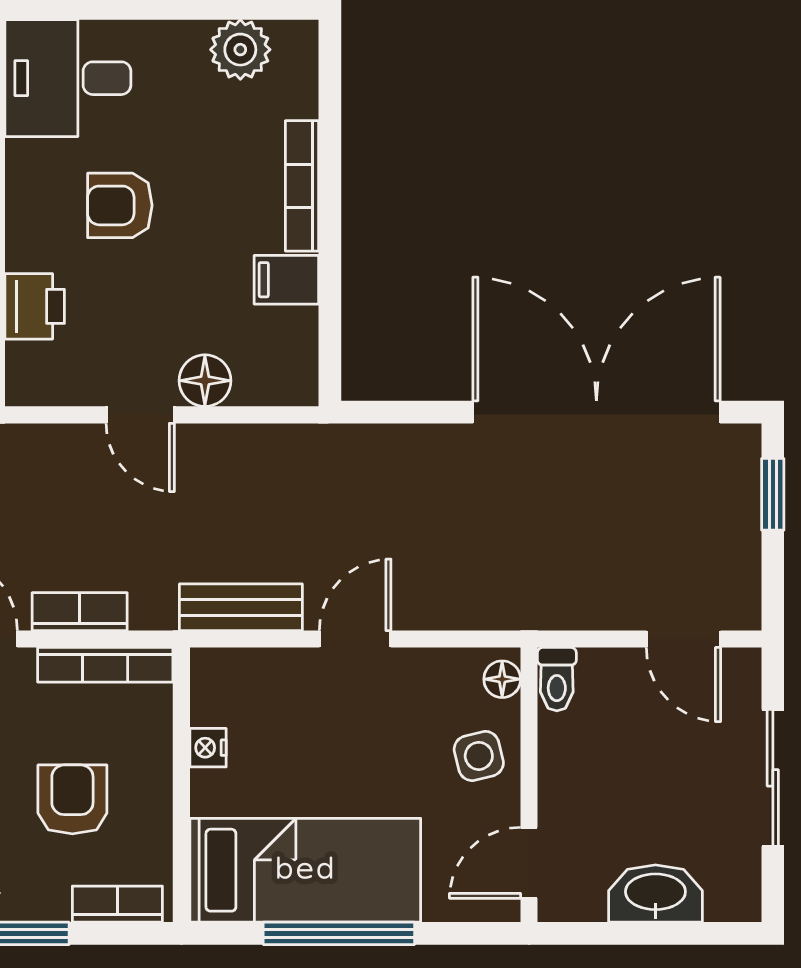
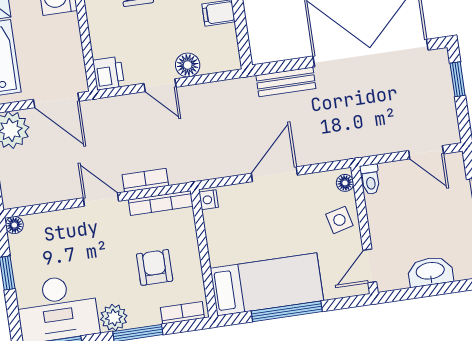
printer: (35, 306) -> (108, 73), moved
bench: (241, 607) -> (286, 82), moved
door: (355, 639) -> (274, 174), width x1.38
nightstand: (208, 748) -> (209, 200), moved

